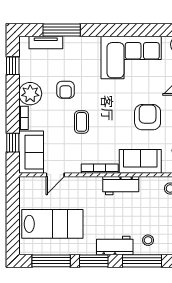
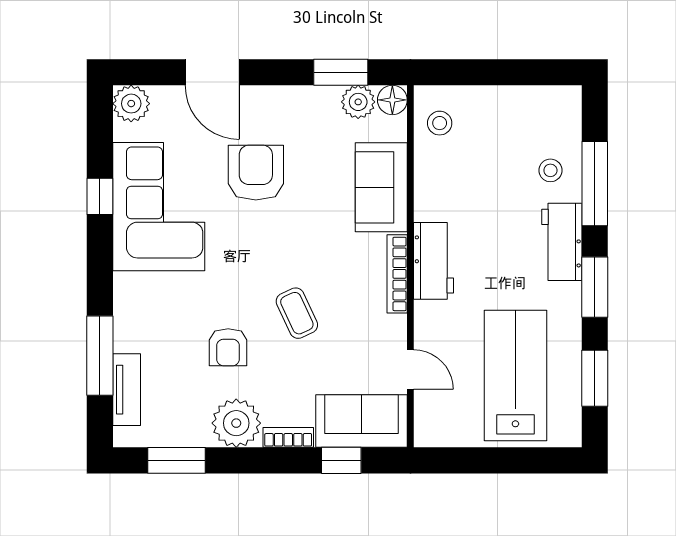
window: (136, 30) -> (100, 196), added
window: (13, 66) -> (177, 460), width x1.50
armchair: (66, 90) -> (228, 347), turned 90
armchair: (148, 117) -> (256, 173), moved, turned 90
coffee table: (81, 122) -> (297, 313), turned 65
workbench: (121, 186) -> (434, 261), moved
window: (51, 261) -> (595, 378), width x0.69

